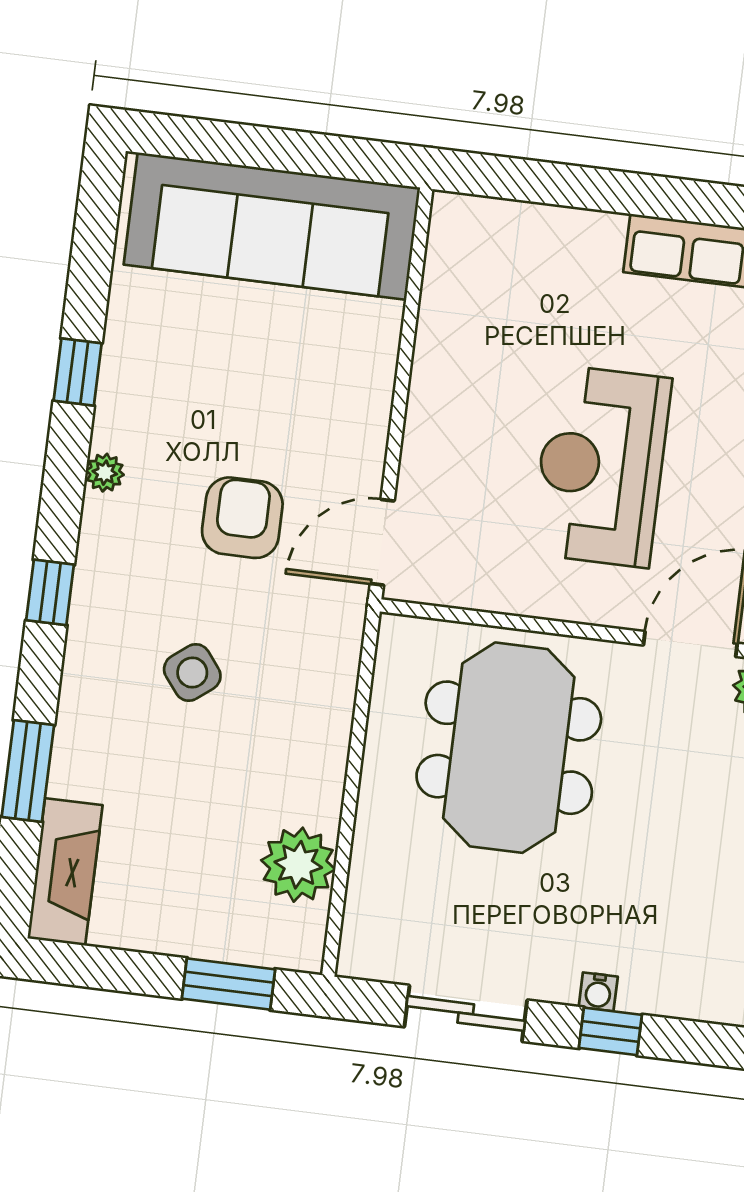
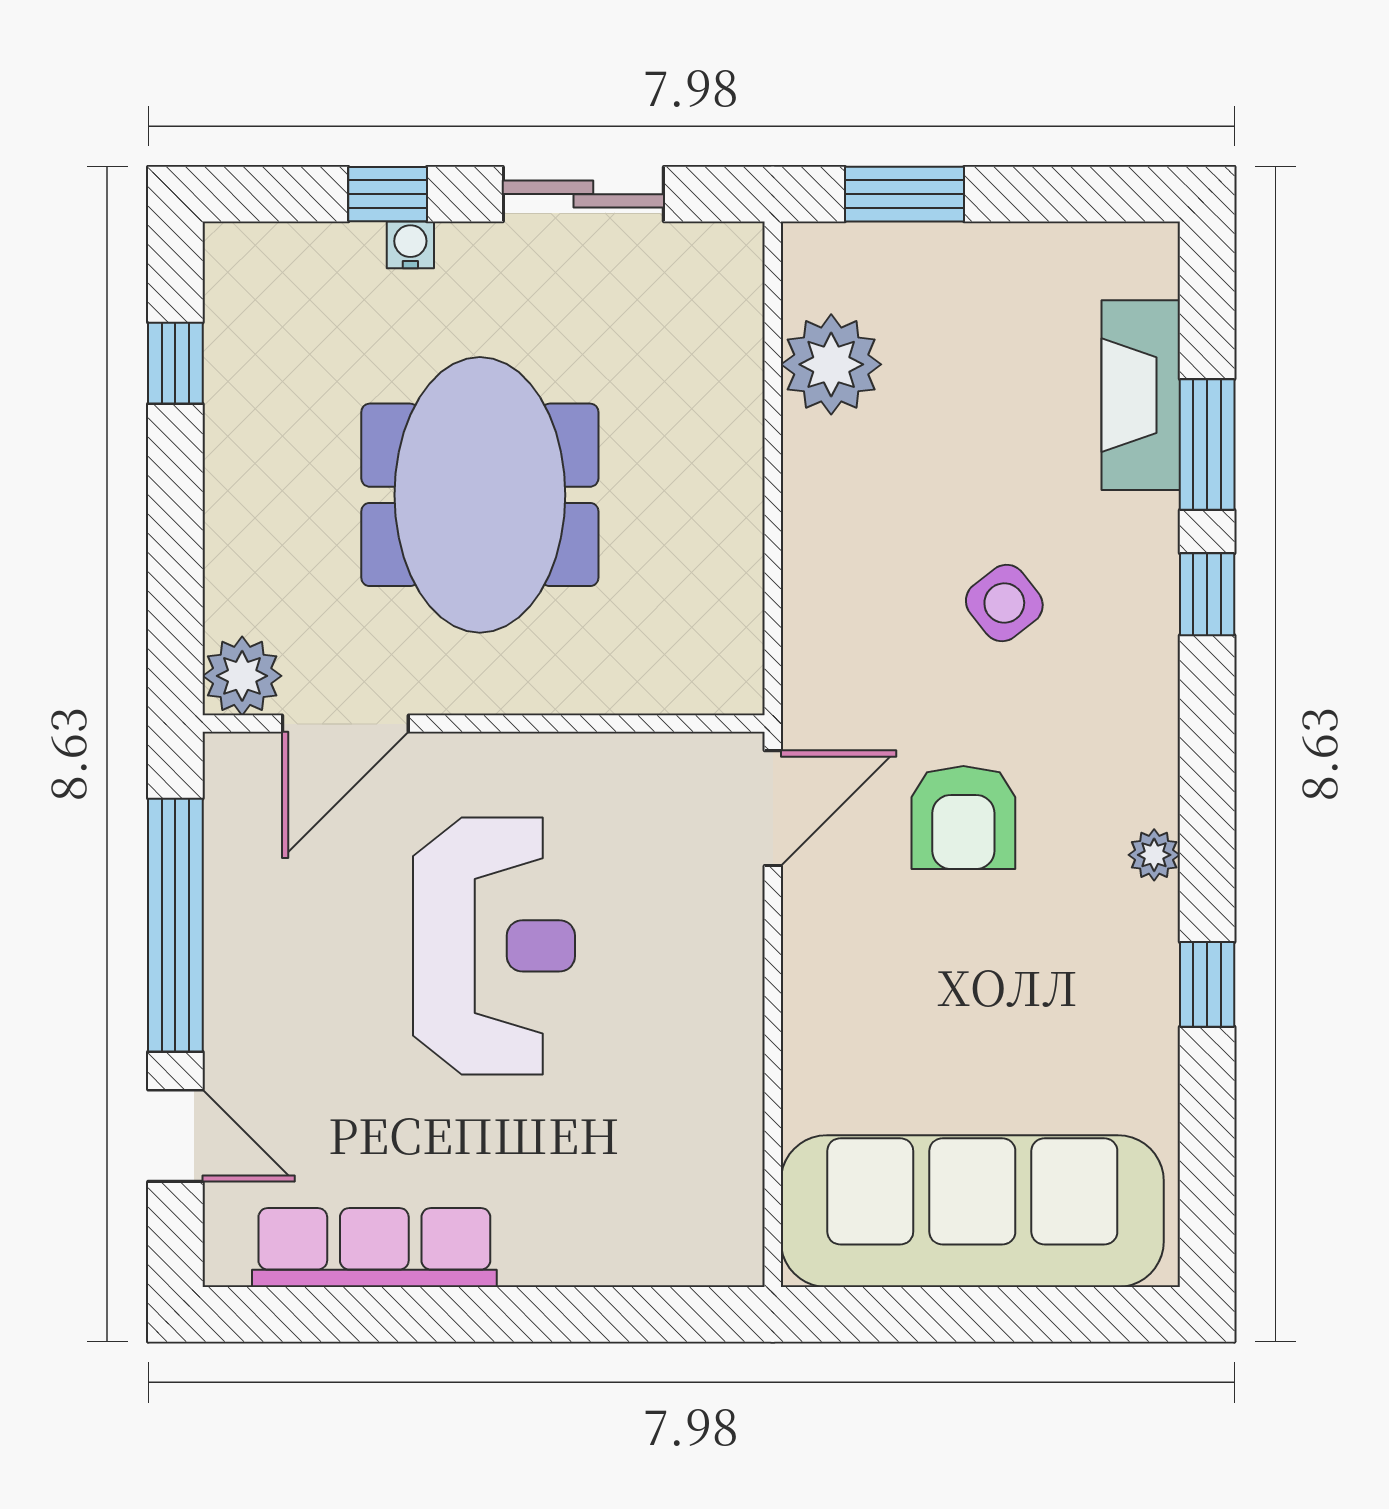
window: (50, 592) -> (1207, 594), moved
meeting table: (509, 748) -> (480, 495), moved
fireplace: (65, 872) -> (1141, 395), moved

